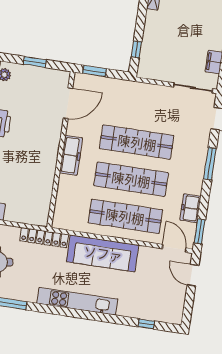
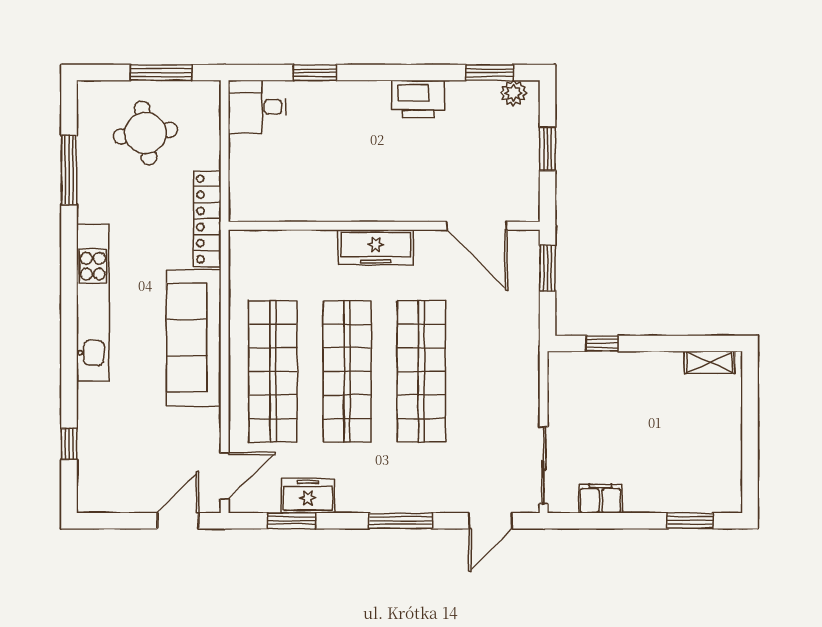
window: (200, 231) -> (292, 521), moved

